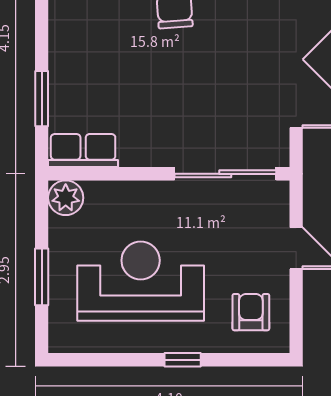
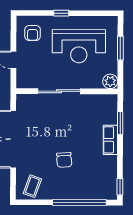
row of seats: (83, 151) -> (110, 140), moved, turned 90
sliding door: (225, 174) -> (59, 91), moved

